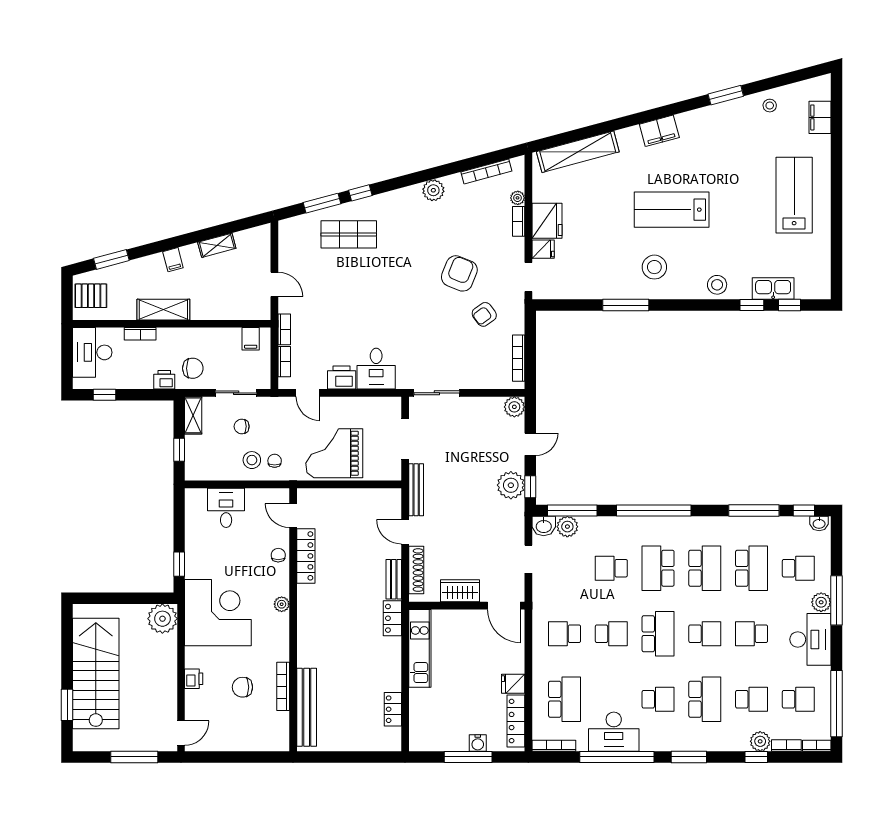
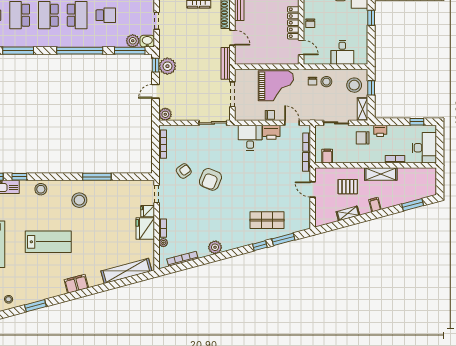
lab bench: (672, 210) -> (48, 242), moved
armchair: (459, 273) -> (210, 179), moved
pallet: (91, 296) -> (348, 187), moved
chair: (242, 426) -> (270, 115), moved
stool: (207, 454) -> (354, 85), added

